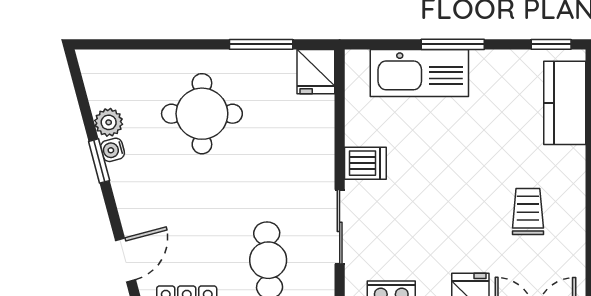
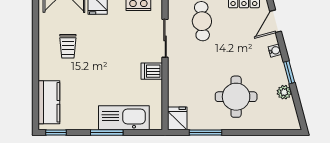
water cooler: (113, 150) -> (275, 51), moved

